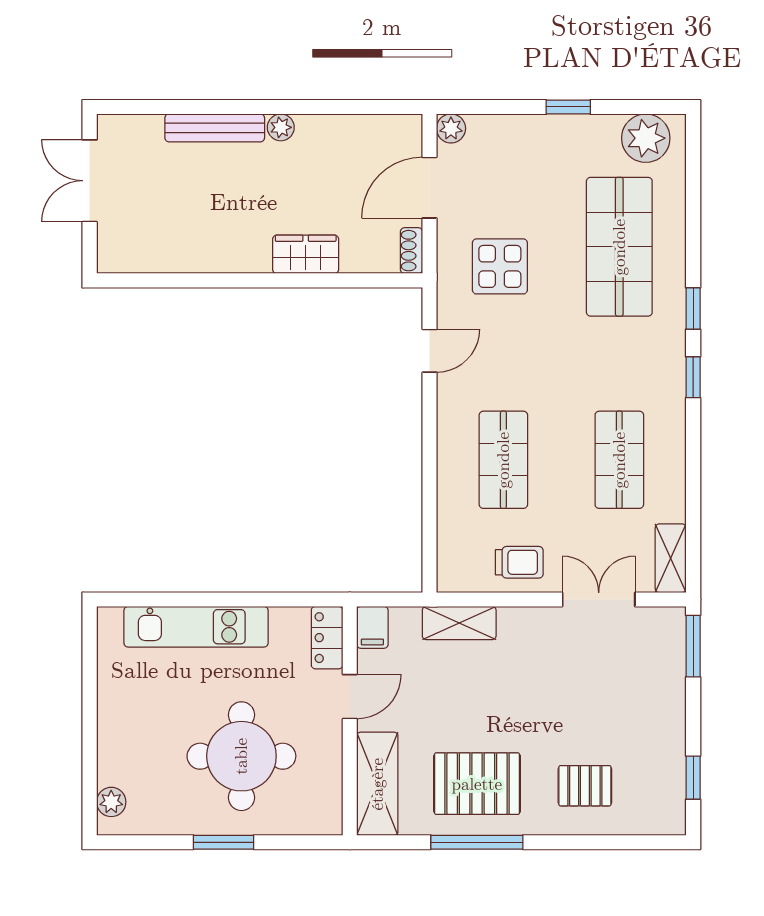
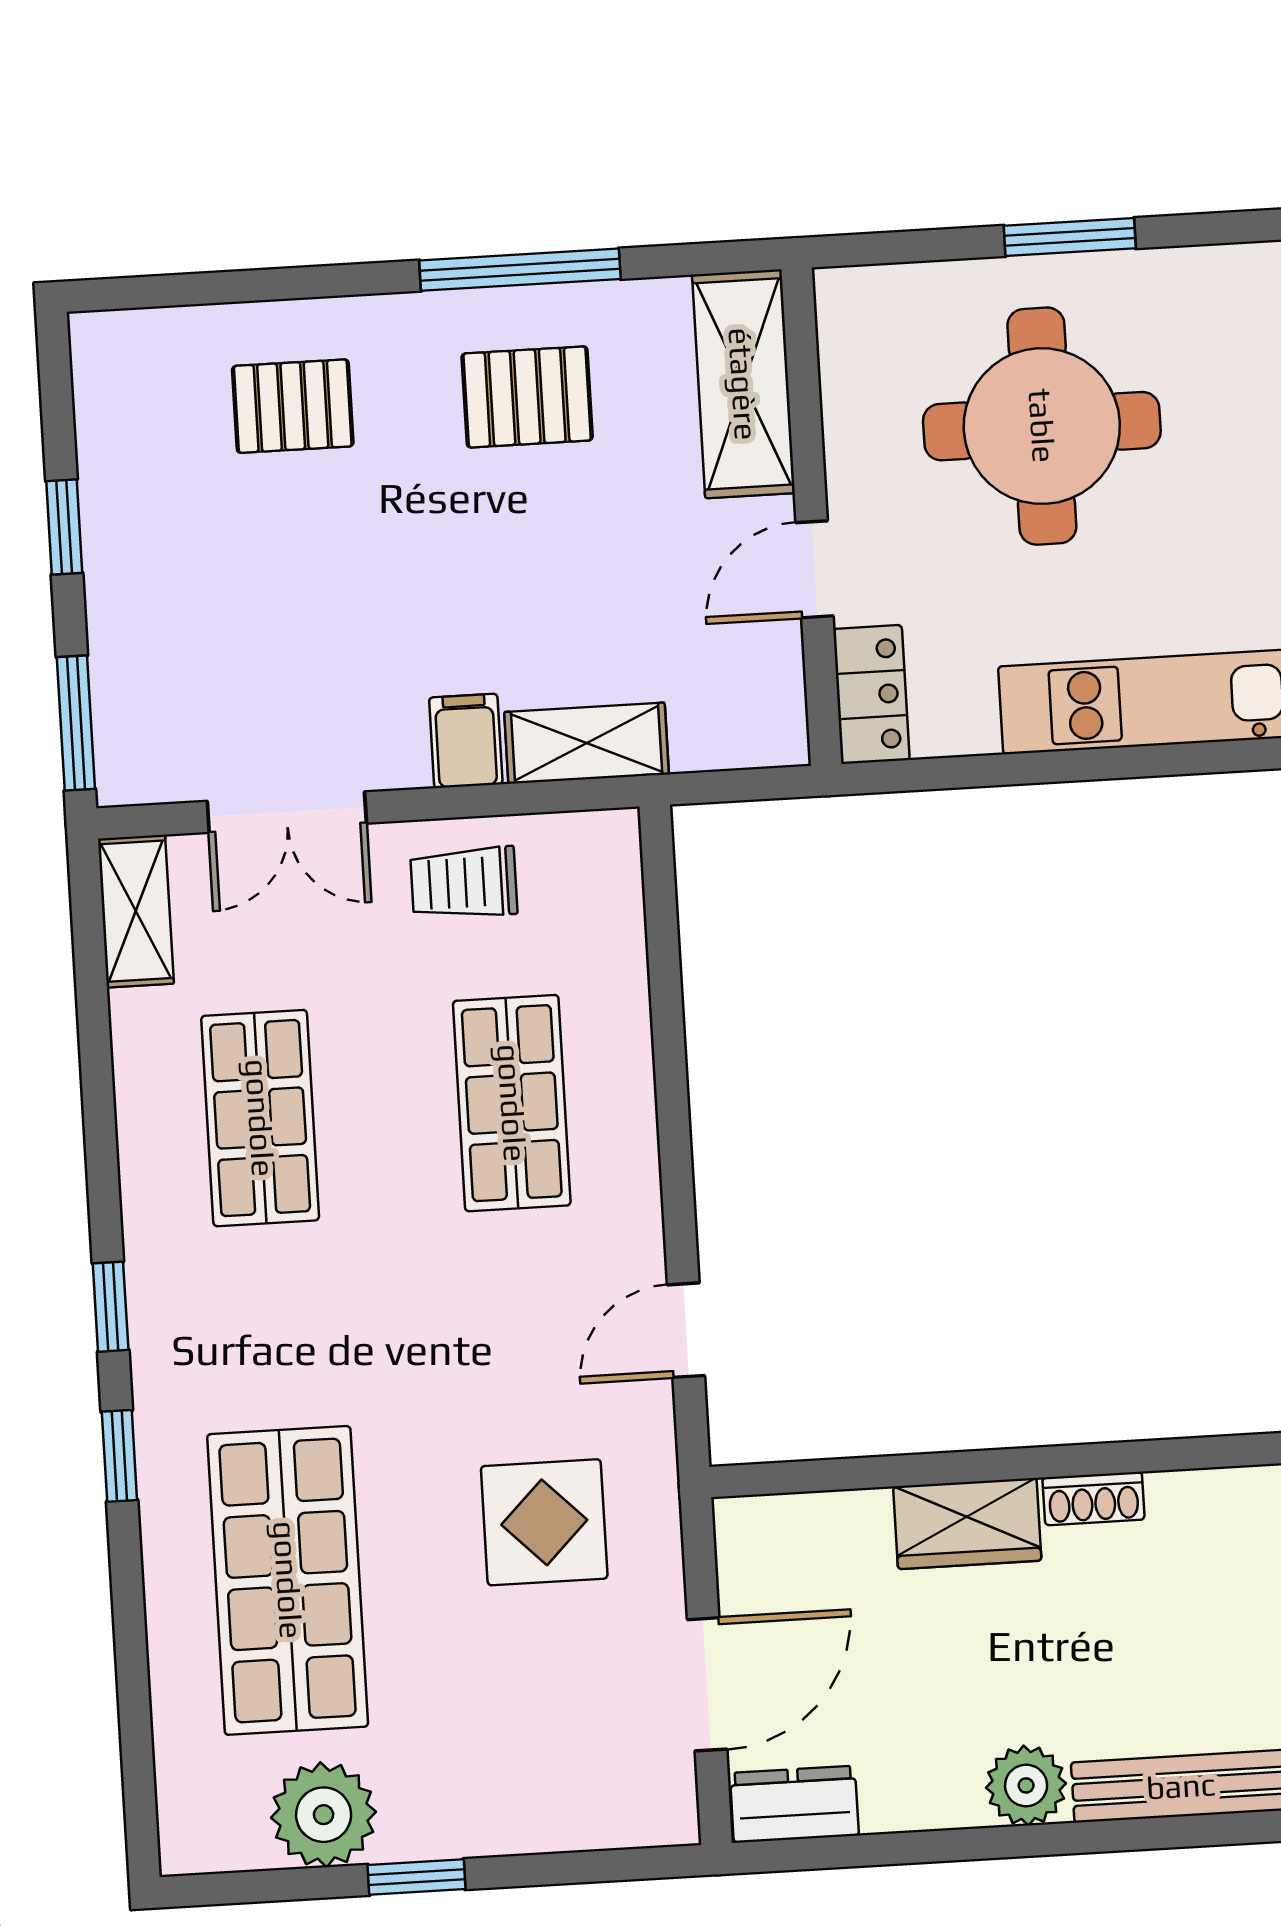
plant: (281, 127) -> (1026, 1785), width x1.38, depth x1.38
plant: (451, 128) -> (668, 1815), removed
dresser: (393, 130) -> (794, 1804), added
plant: (646, 138) -> (324, 1815), moved
shoe rack: (411, 251) -> (1094, 1498), moved, turned 90
filing cabinet: (372, 627) -> (466, 741), moved
window: (693, 778) -> (64, 527), moved
pallet: (477, 784) -> (527, 397), width x0.67, depth x0.71

